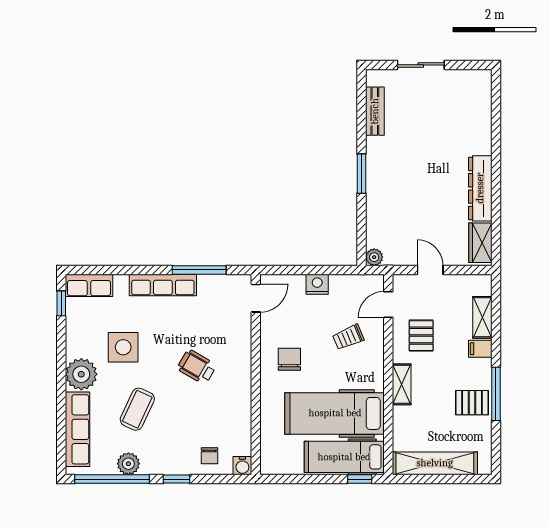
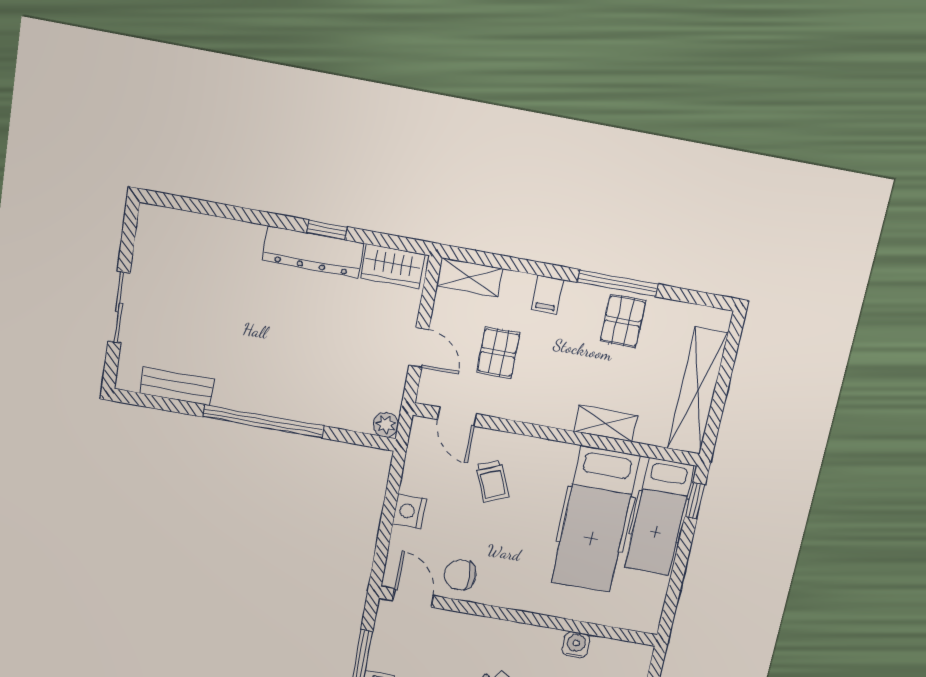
window: (361, 174) -> (264, 421), width x2.11
window: (496, 195) -> (327, 230), added
door: (430, 270) -> (419, 347), swing flipped
shelving: (482, 317) -> (470, 277), moved
pallet: (421, 336) -> (498, 353), moved, turned 90
chair: (289, 359) -> (460, 575), moved
shelving: (402, 384) -> (606, 424), moved
water cooler: (242, 466) -> (576, 645), moved, turned -90

